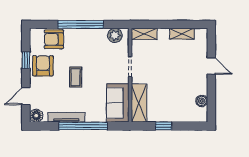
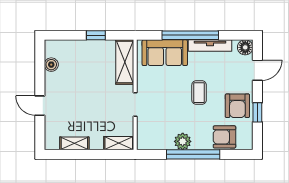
plant: (115, 35) -> (183, 141), moved
armchair: (54, 39) -> (224, 137), turned 180
sofa: (118, 103) -> (165, 53), moved, turned 90

